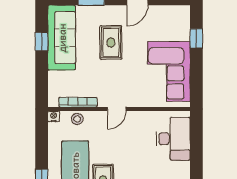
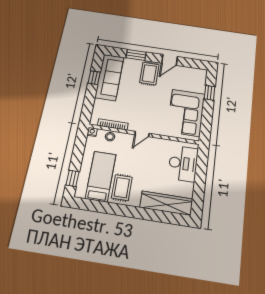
rug: (111, 42) -> (149, 74), moved

